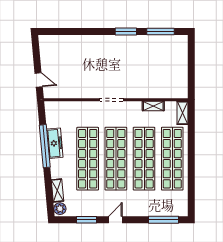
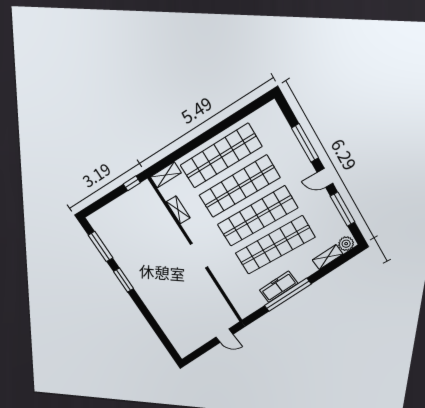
door: (39, 80) -> (224, 336), swing flipped
window: (191, 85) -> (132, 183), added
window: (86, 220) -> (343, 209), width x1.44
window: (164, 220) -> (305, 143), moved

